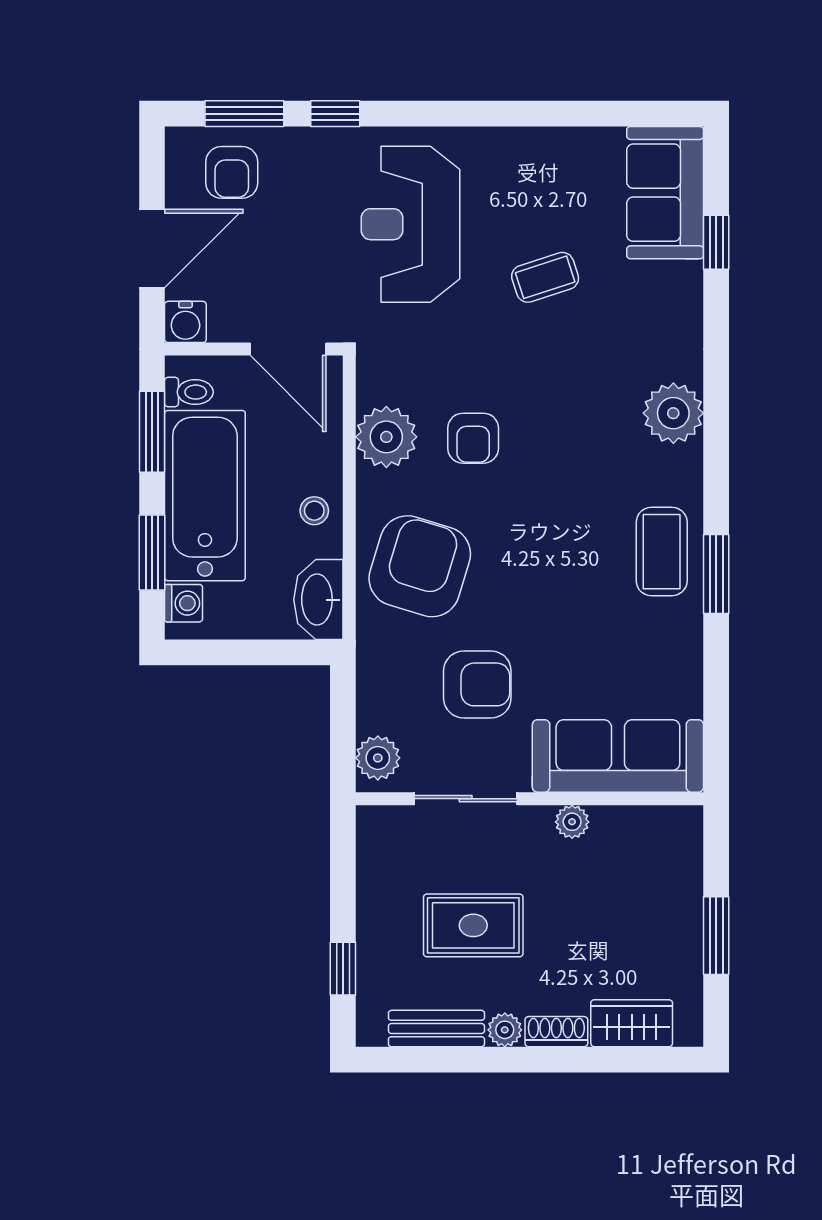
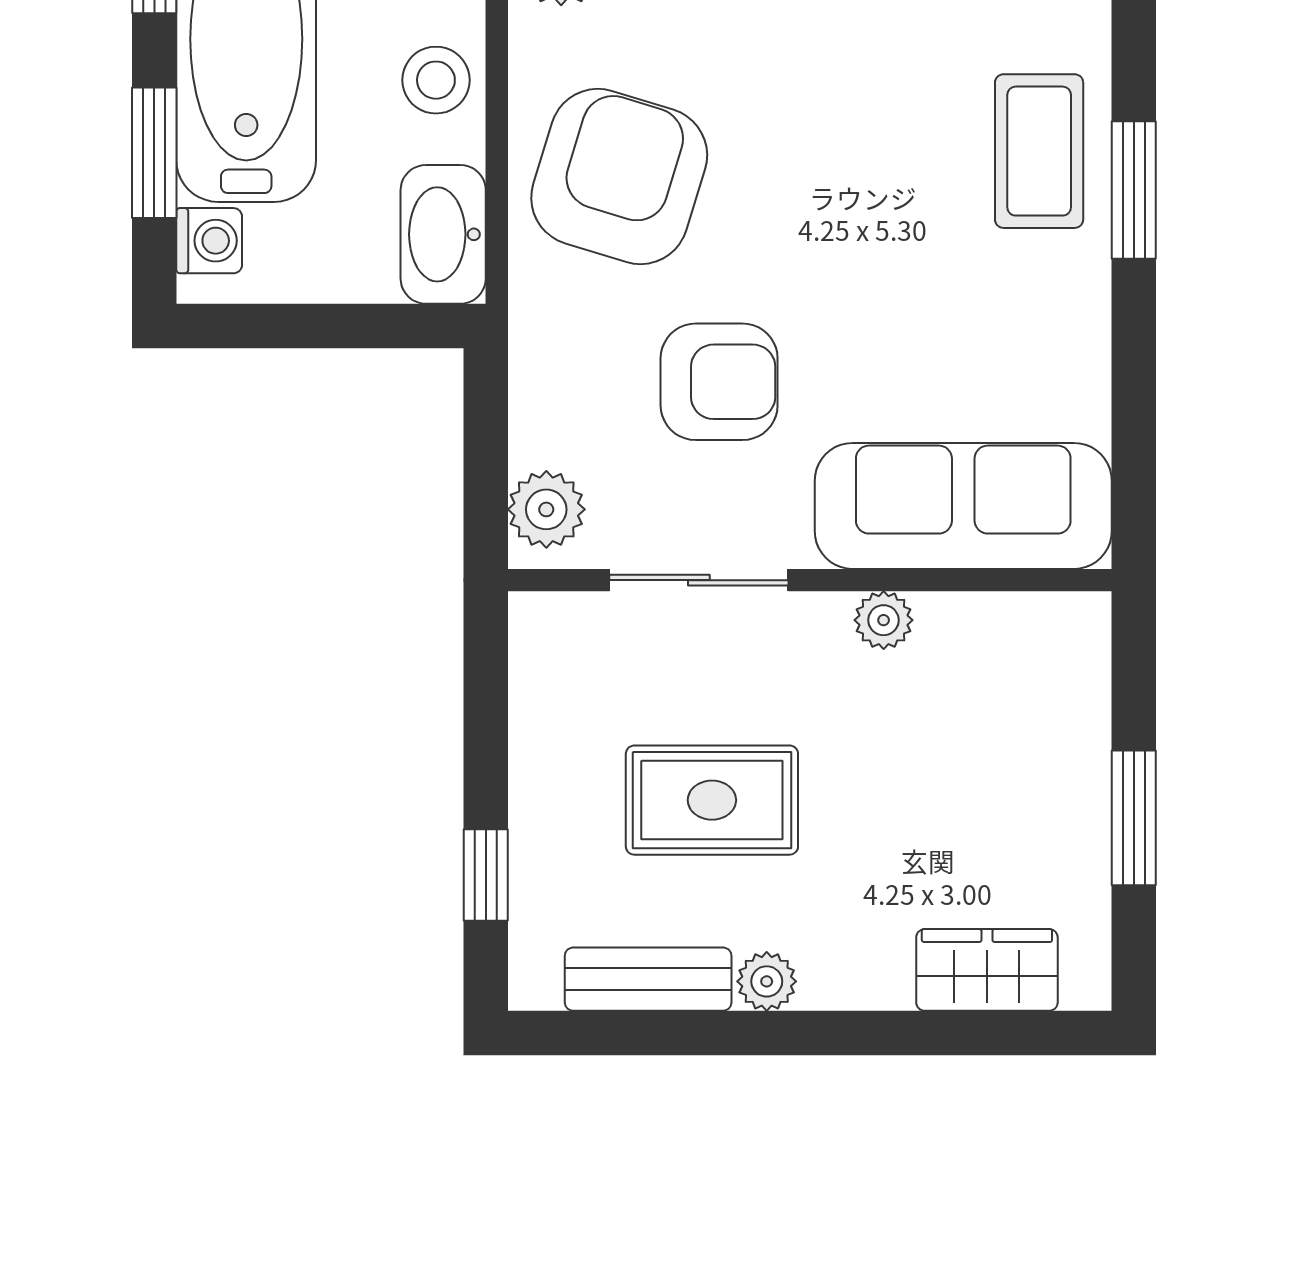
stool: (314, 511) -> (436, 80), width x1.37, depth x1.37
shoe rack: (556, 1032) -> (856, 985), removed

